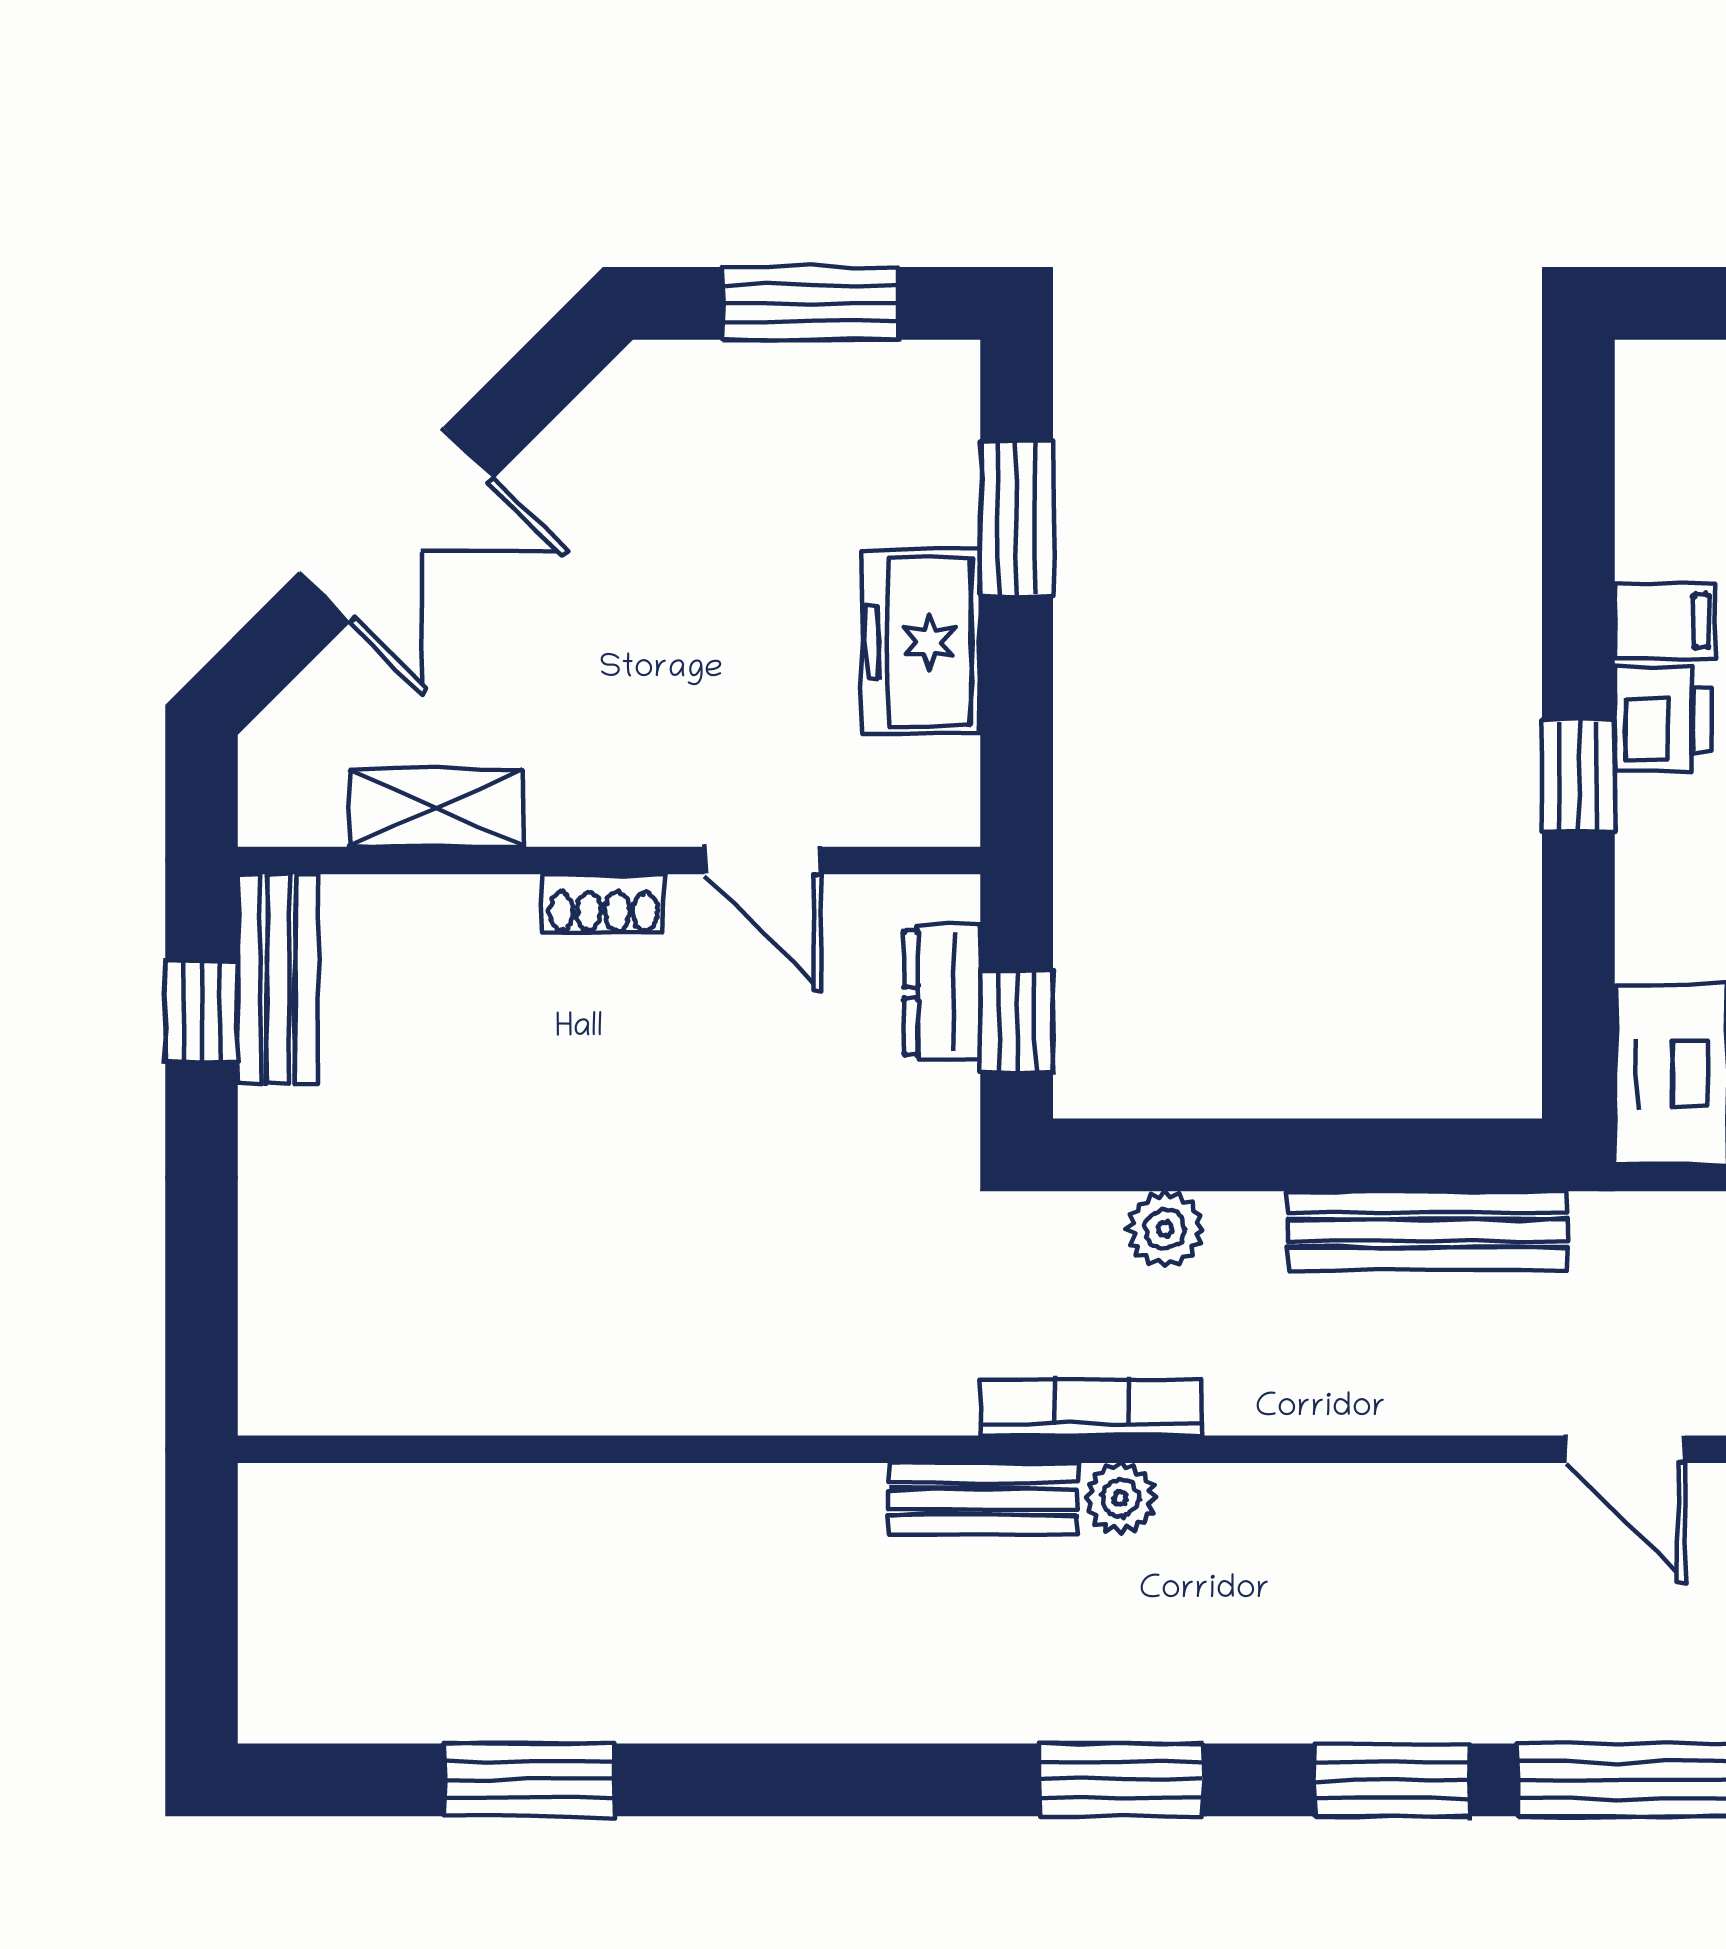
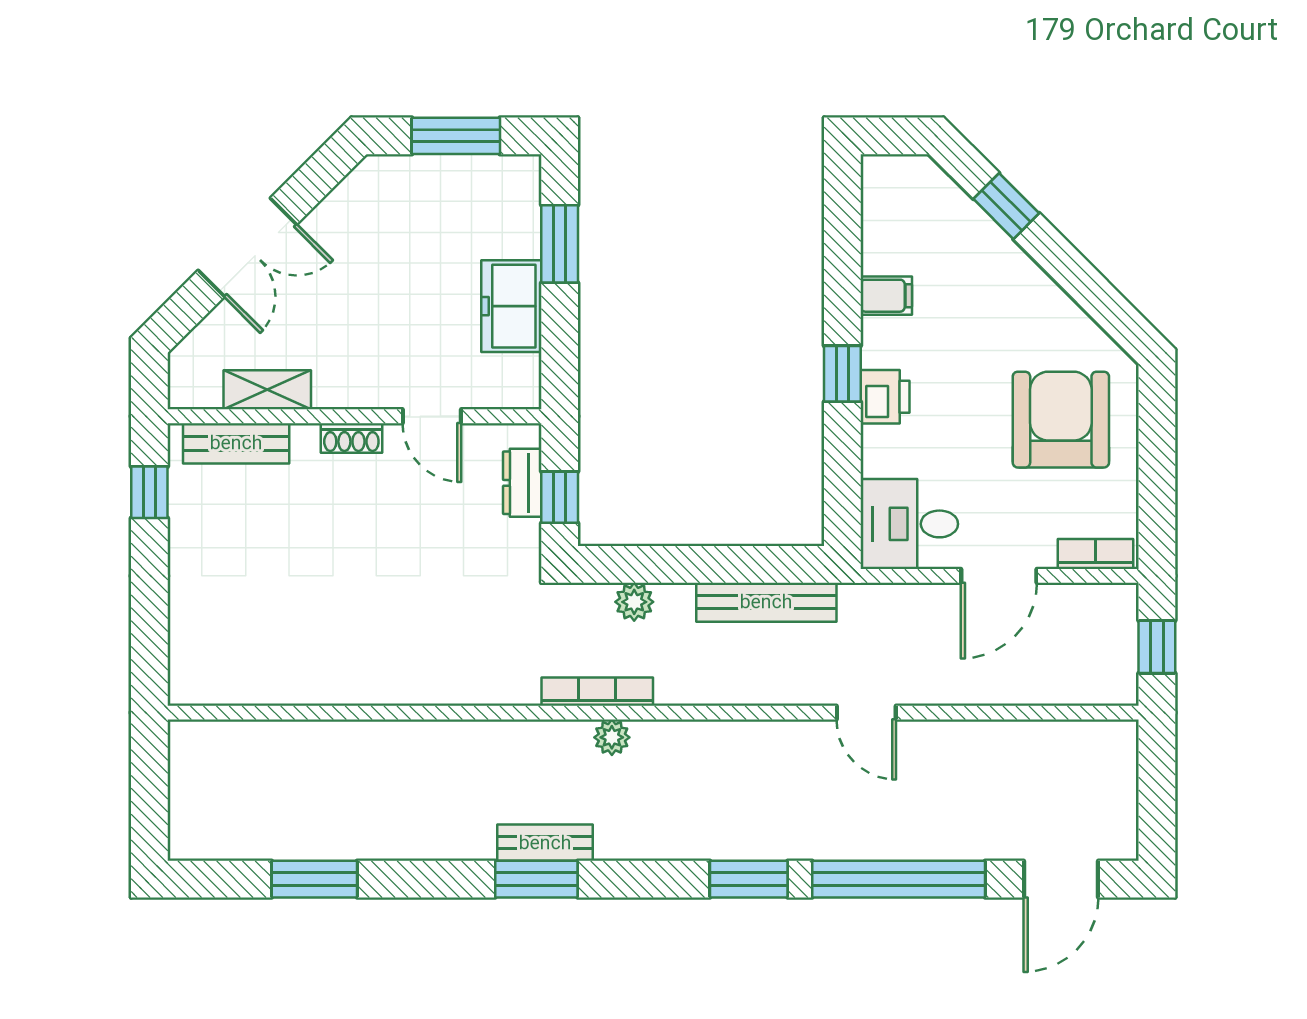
printer: (1663, 720) -> (885, 397), moved
bench: (278, 979) -> (236, 443), moved, turned 90
bench: (983, 1499) -> (545, 843), moved
window: (1122, 1780) -> (536, 879), moved

